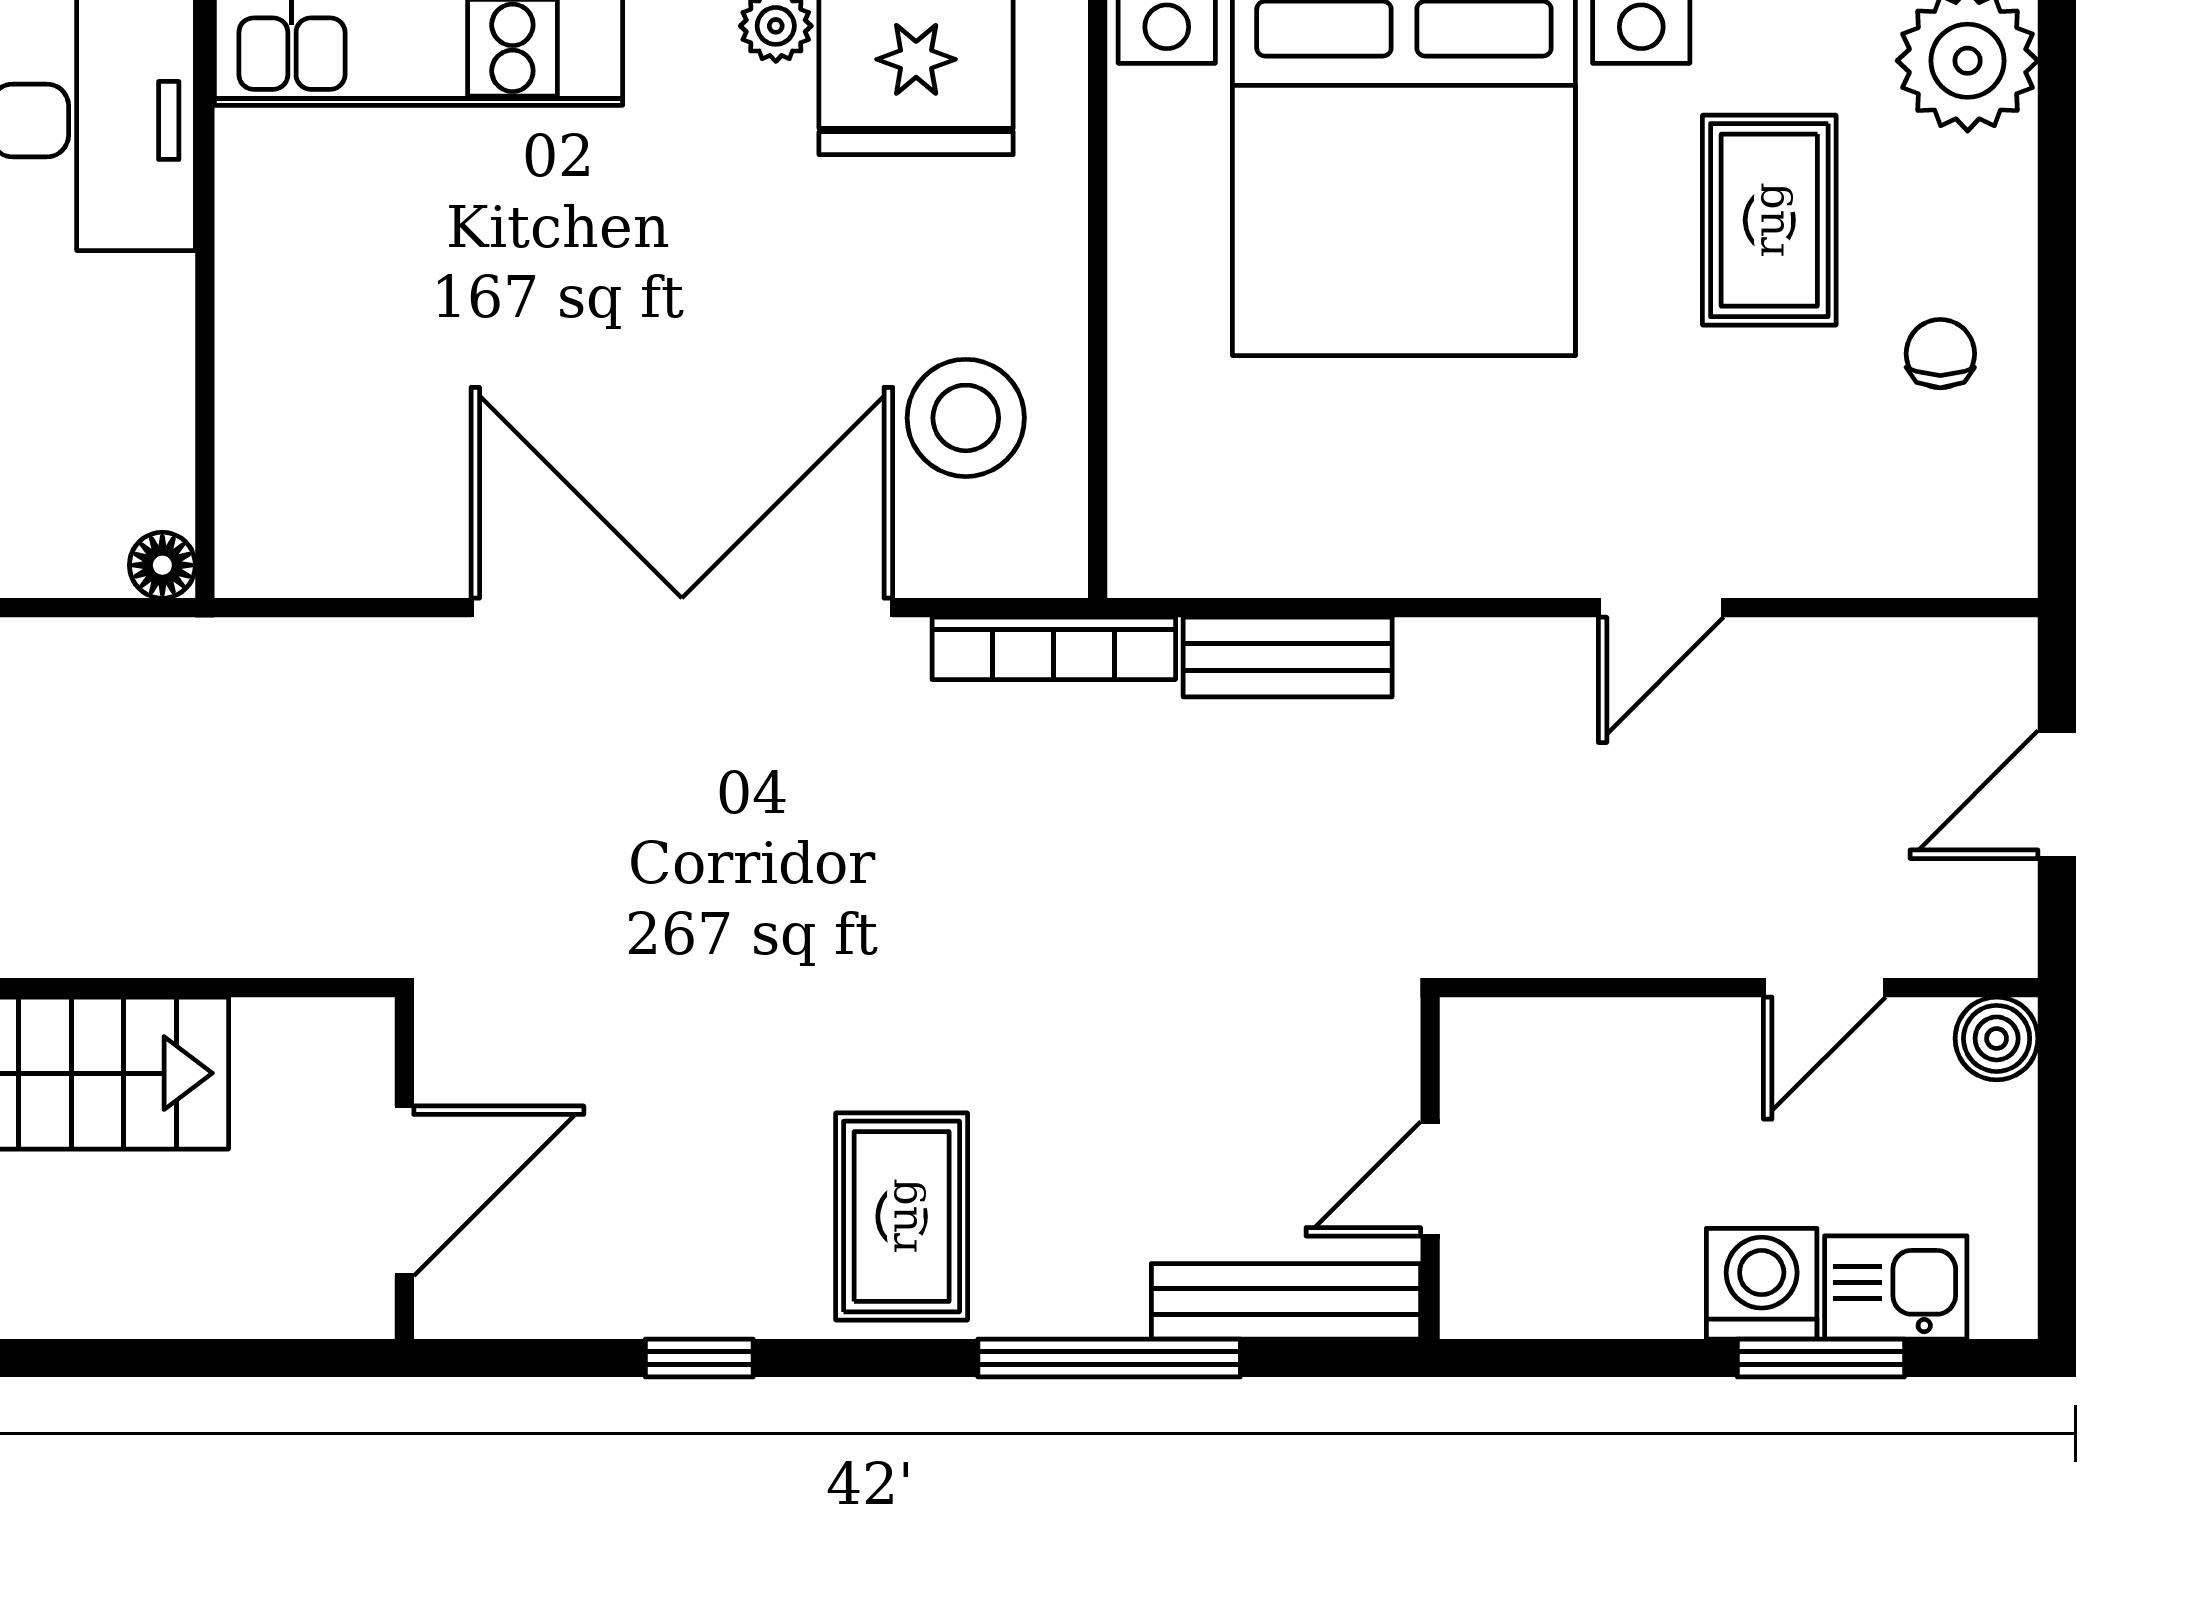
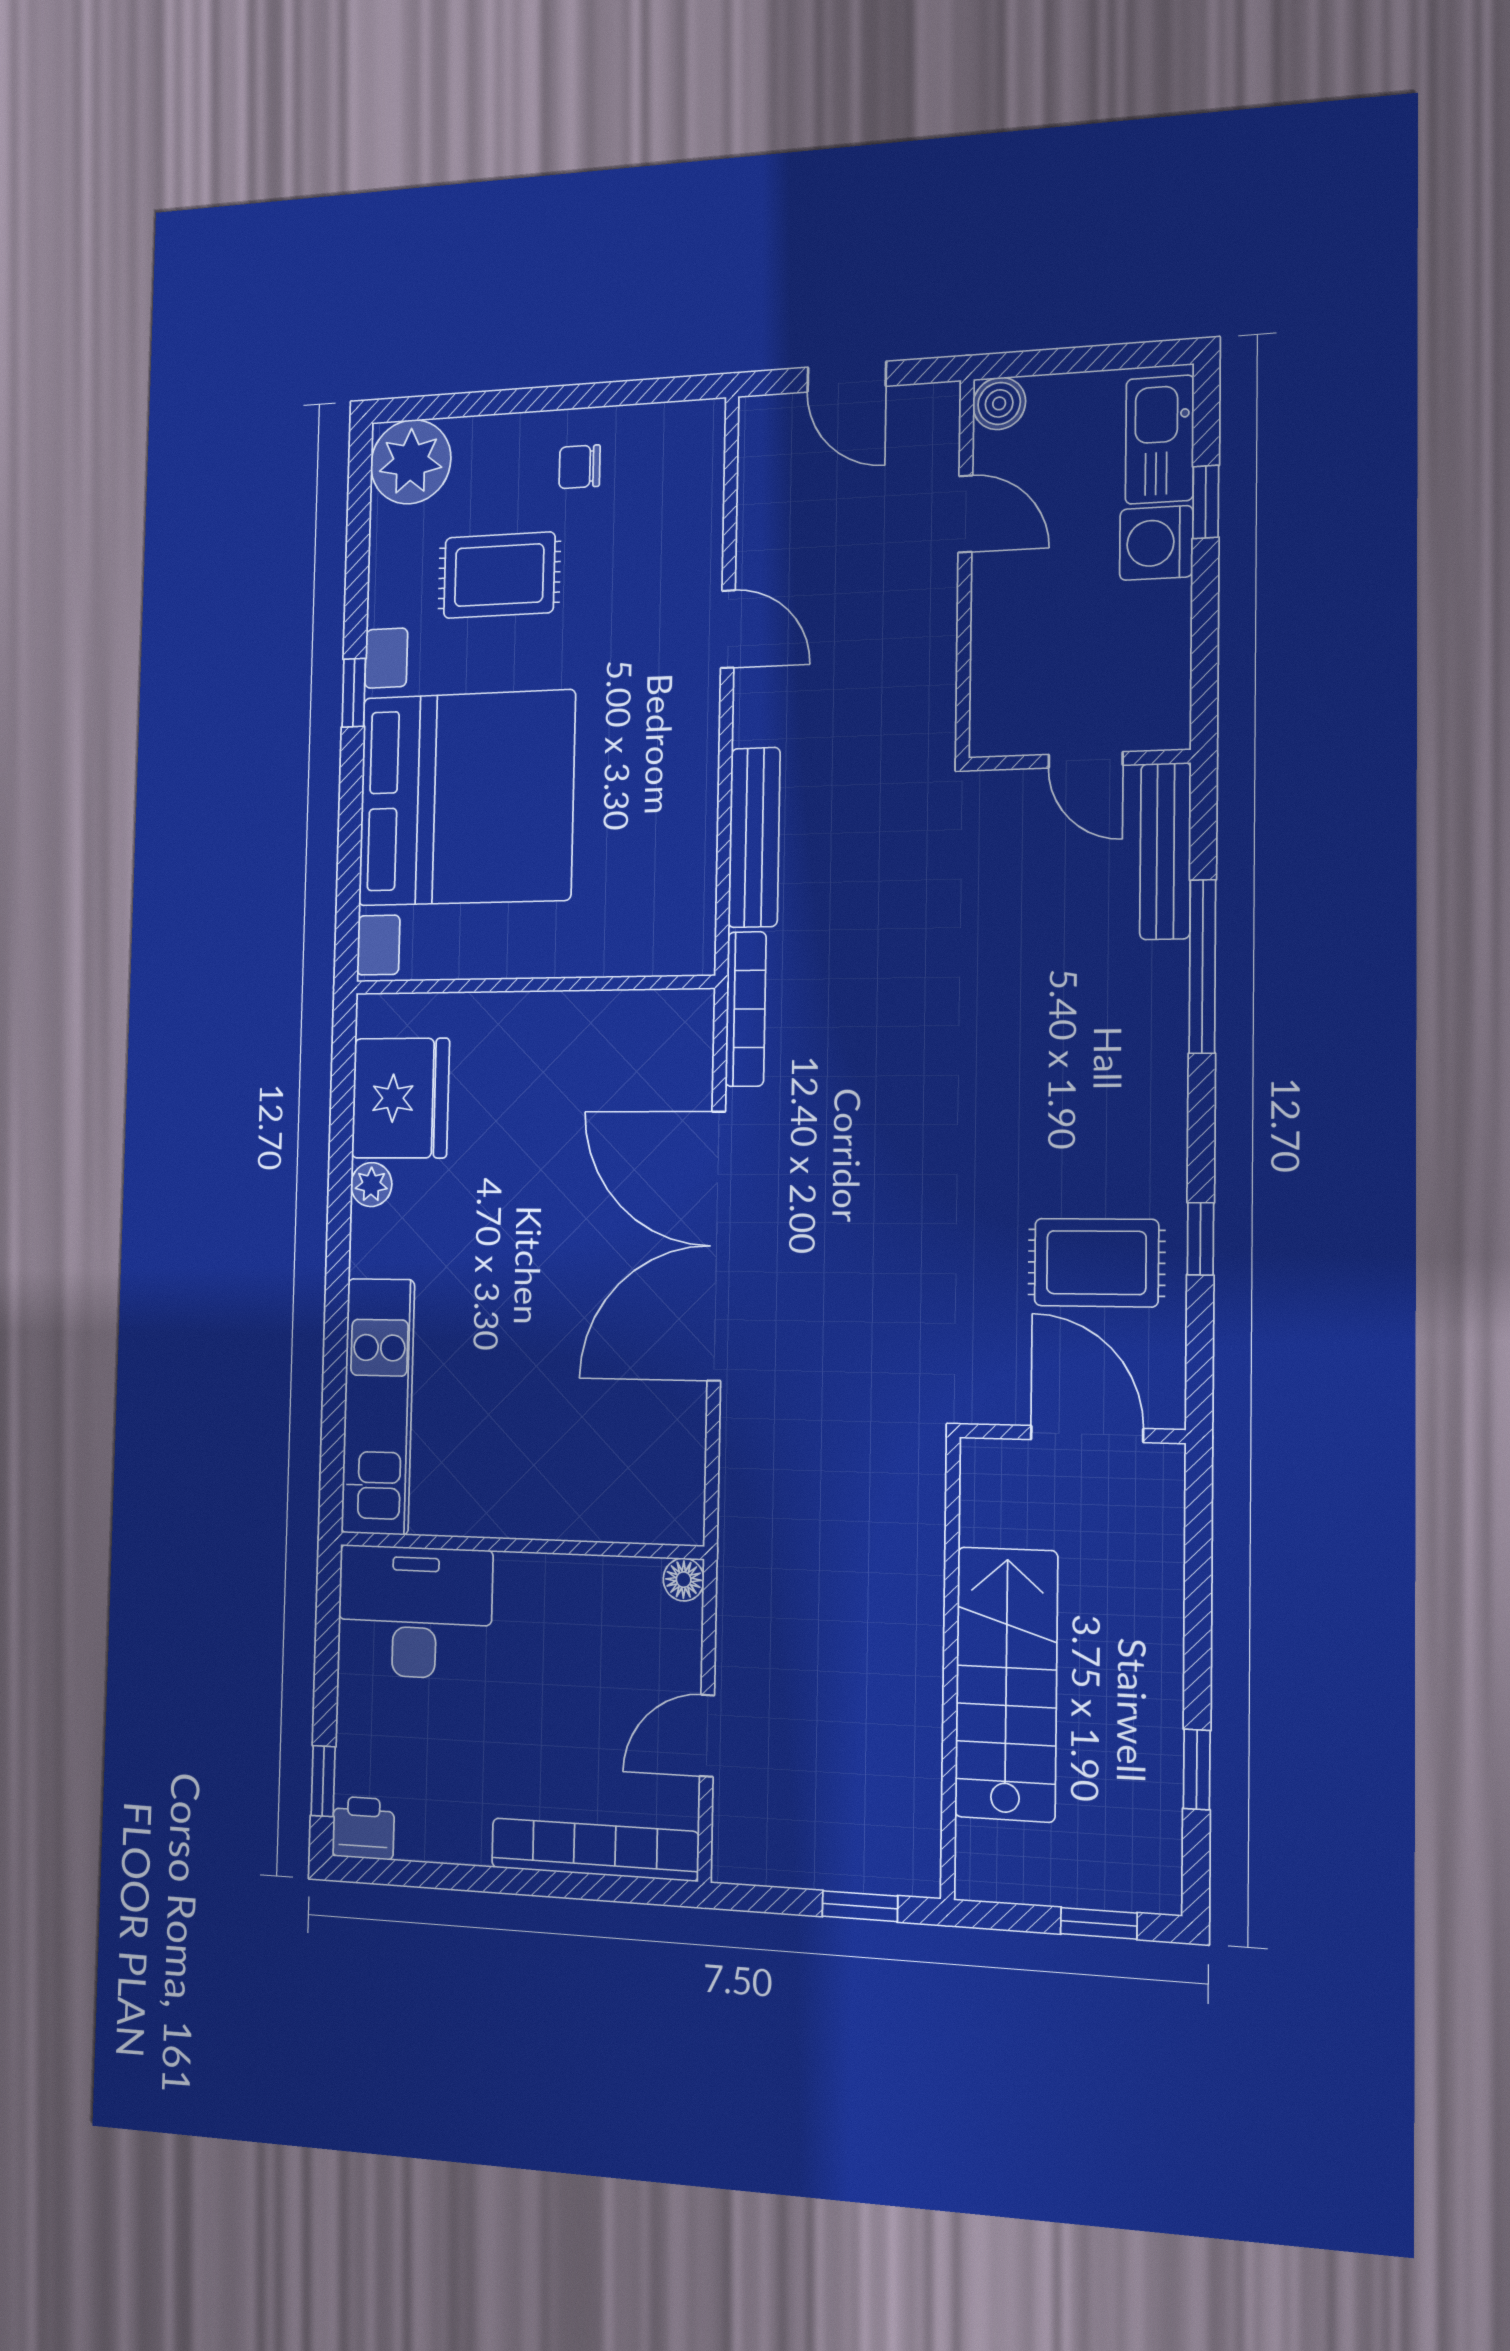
stool: (966, 418) -> (604, 1066), removed
bench: (1288, 657) -> (754, 837), width x1.36
rug: (902, 1216) -> (1096, 1263), moved
kitchen sink: (1896, 1287) -> (1160, 440), width x1.38
window: (1821, 1358) -> (1206, 502), width x0.67

